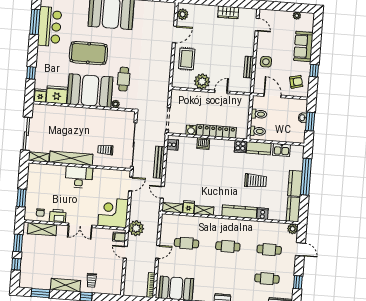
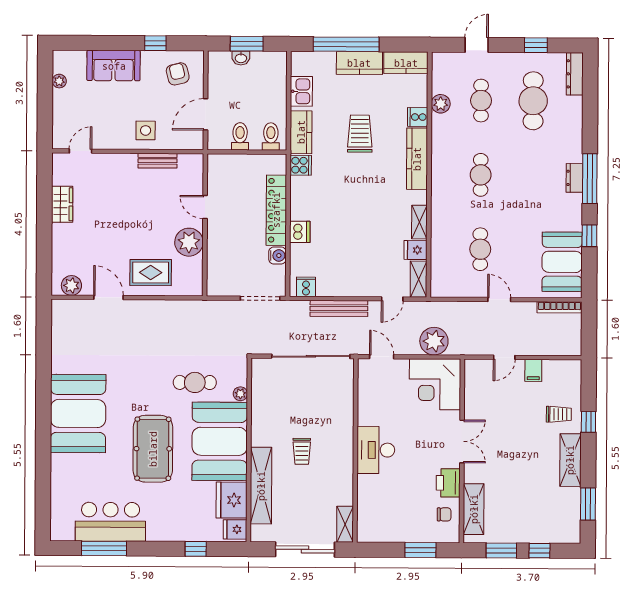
trolley: (105, 150) -> (302, 451), moved
shelving: (71, 158) -> (261, 486), moved
plant: (136, 228) -> (434, 341), moved
plant: (293, 229) -> (441, 104), moved
filing cabinet: (119, 237) -> (533, 370), moved
cafe table: (267, 279) -> (533, 101), width x1.37, depth x1.35

